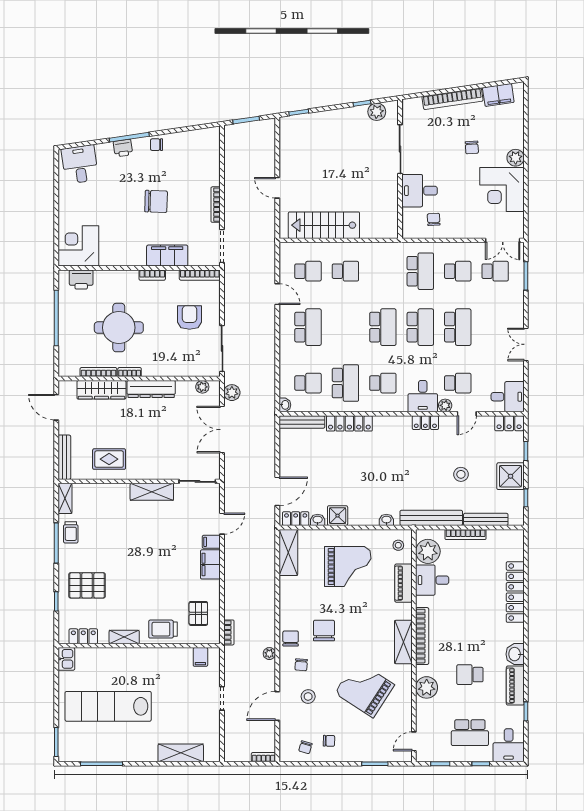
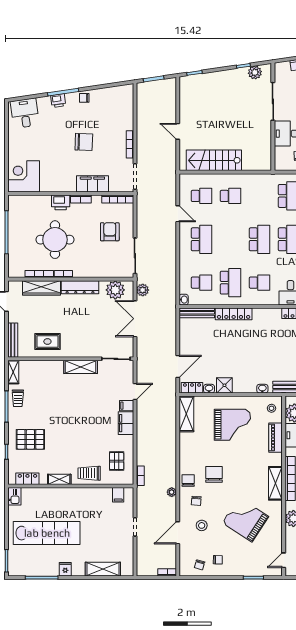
printer: (81, 280) -> (61, 202), moved
plant: (202, 387) -> (115, 290), width x1.88, depth x1.88
lab bench: (108, 706) -> (47, 533), turned 180
fridge: (132, 753) -> (65, 569), added

